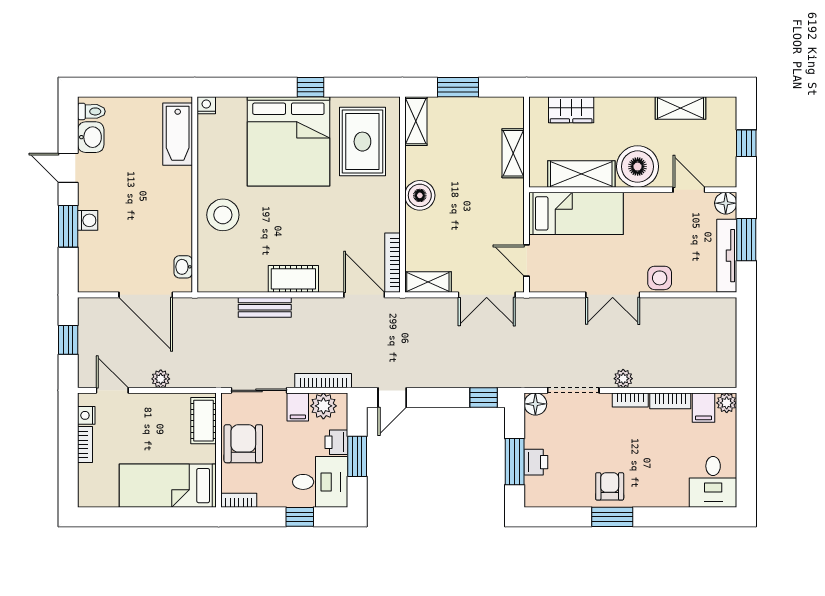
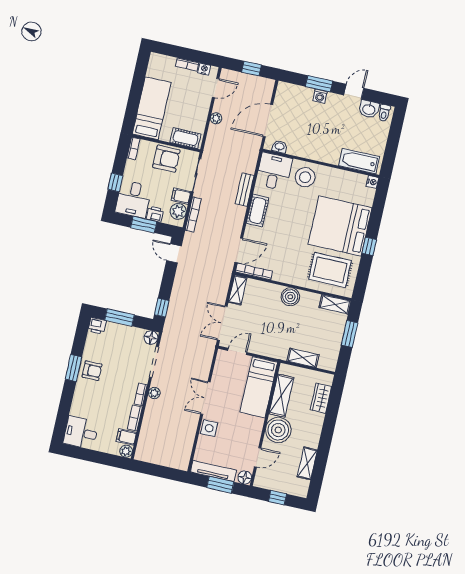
desk: (225, 267) -> (274, 171), added
printer: (536, 462) -> (97, 326), moved

